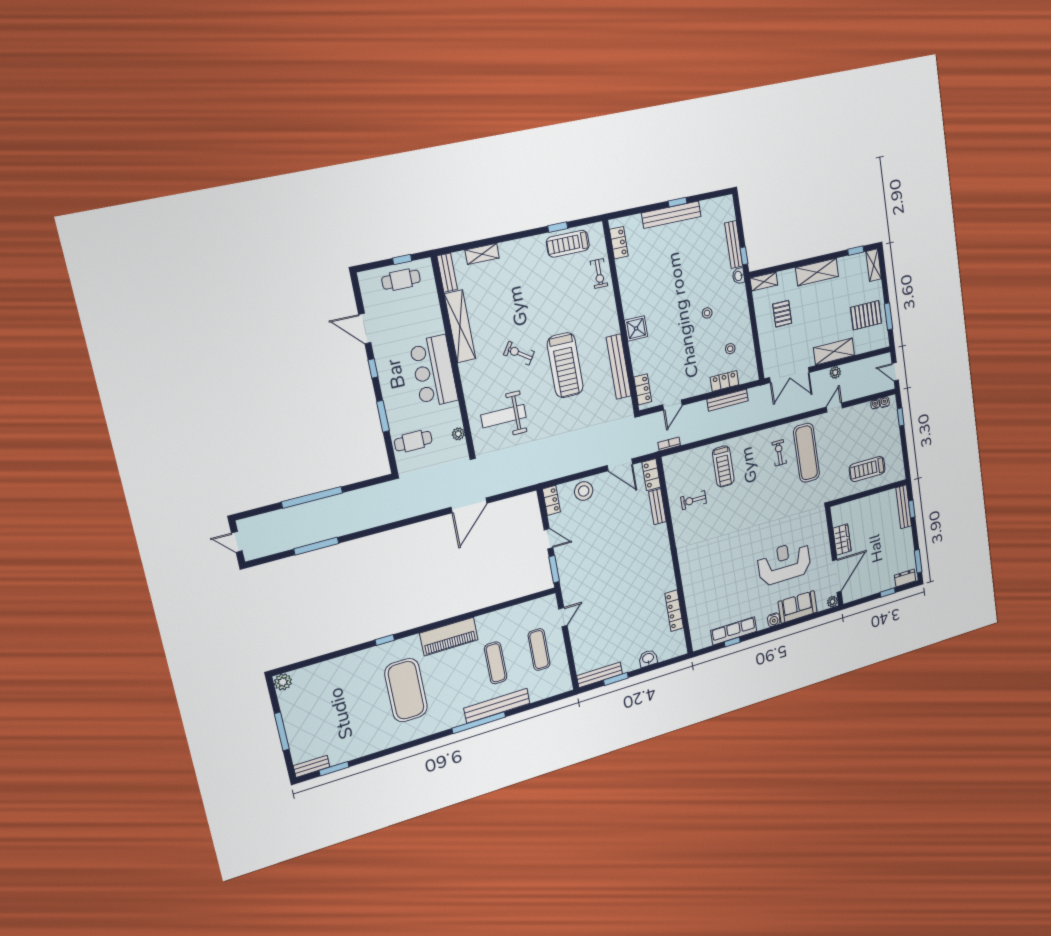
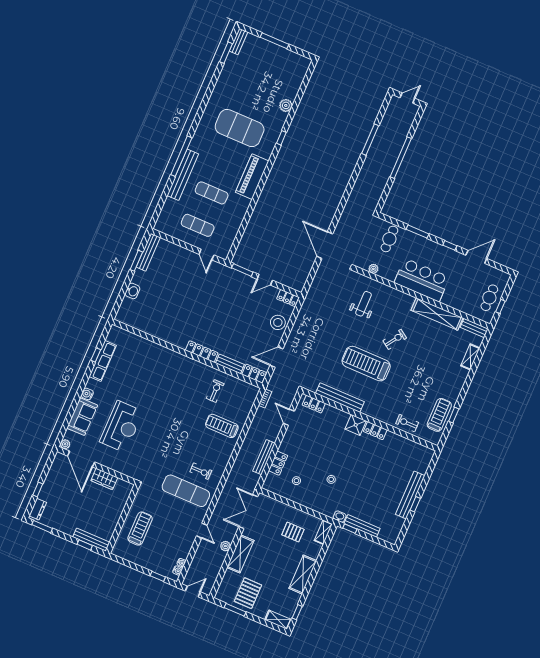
locker: (619, 243) -> (375, 431), moved
weight bench: (504, 416) -> (364, 304), width x0.73, depth x0.75
locker: (674, 611) -> (202, 352), moved
plant: (283, 682) -> (286, 105), moved

